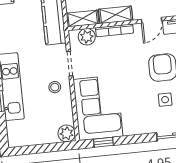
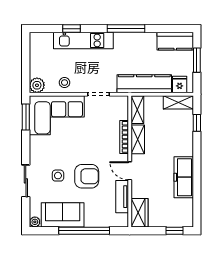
plant: (87, 37) -> (121, 112), removed
stool: (55, 87) -> (65, 83), moved
window: (103, 142) -> (26, 117), width x1.50

